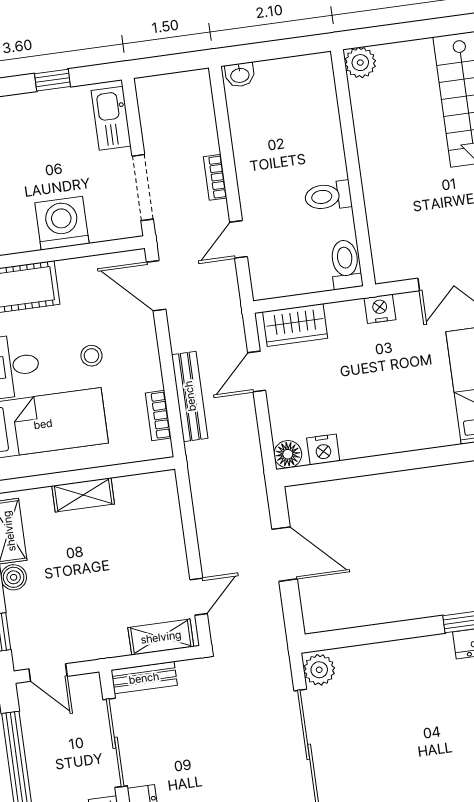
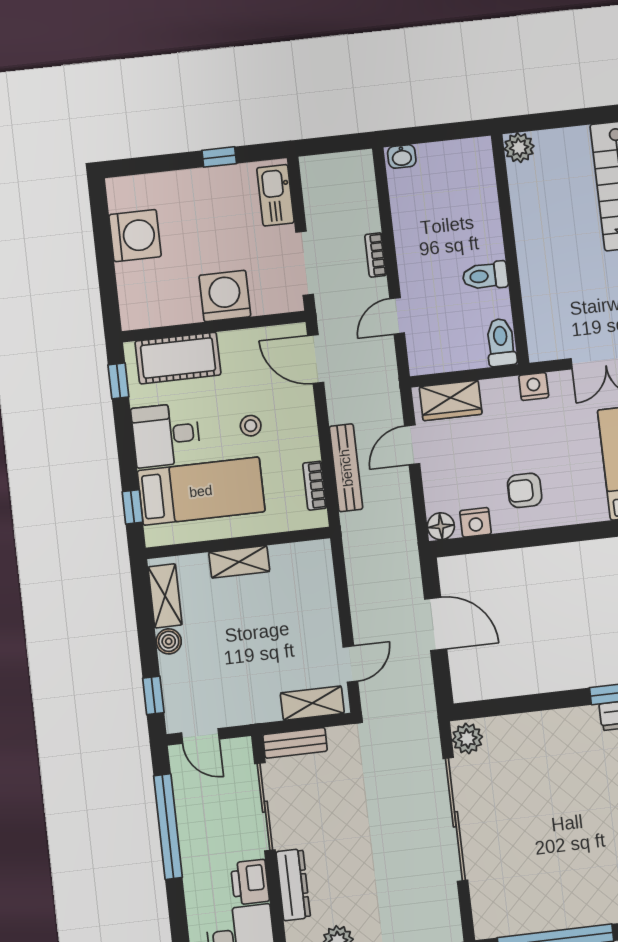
armchair: (373, 416) -> (525, 490), added

